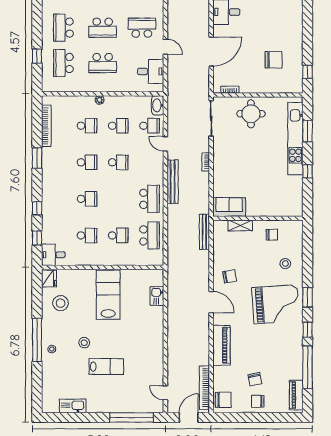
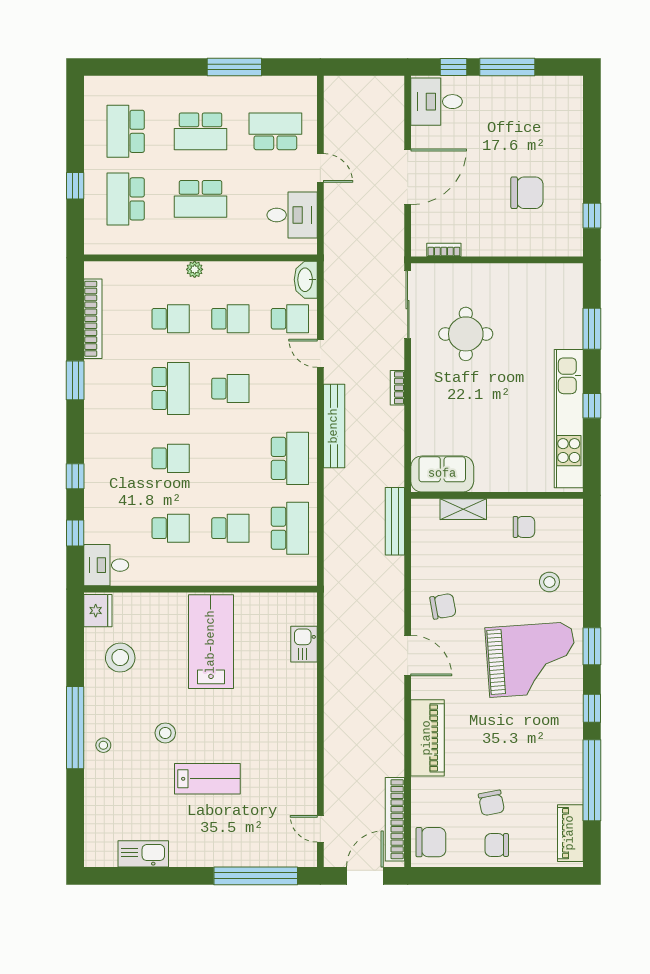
round table: (251, 114) -> (466, 334), moved
kitchen unit: (295, 139) -> (569, 419), moved
school desk: (87, 162) -> (171, 389), width x1.85

